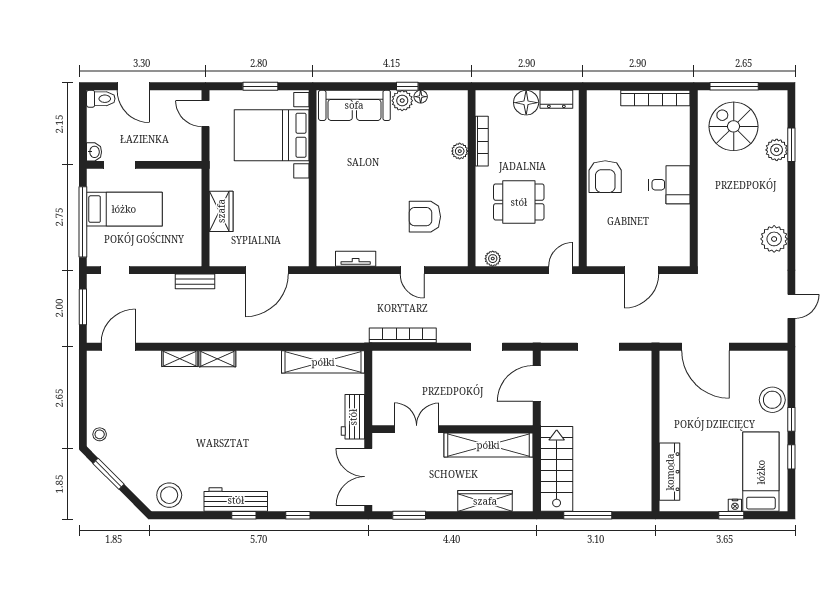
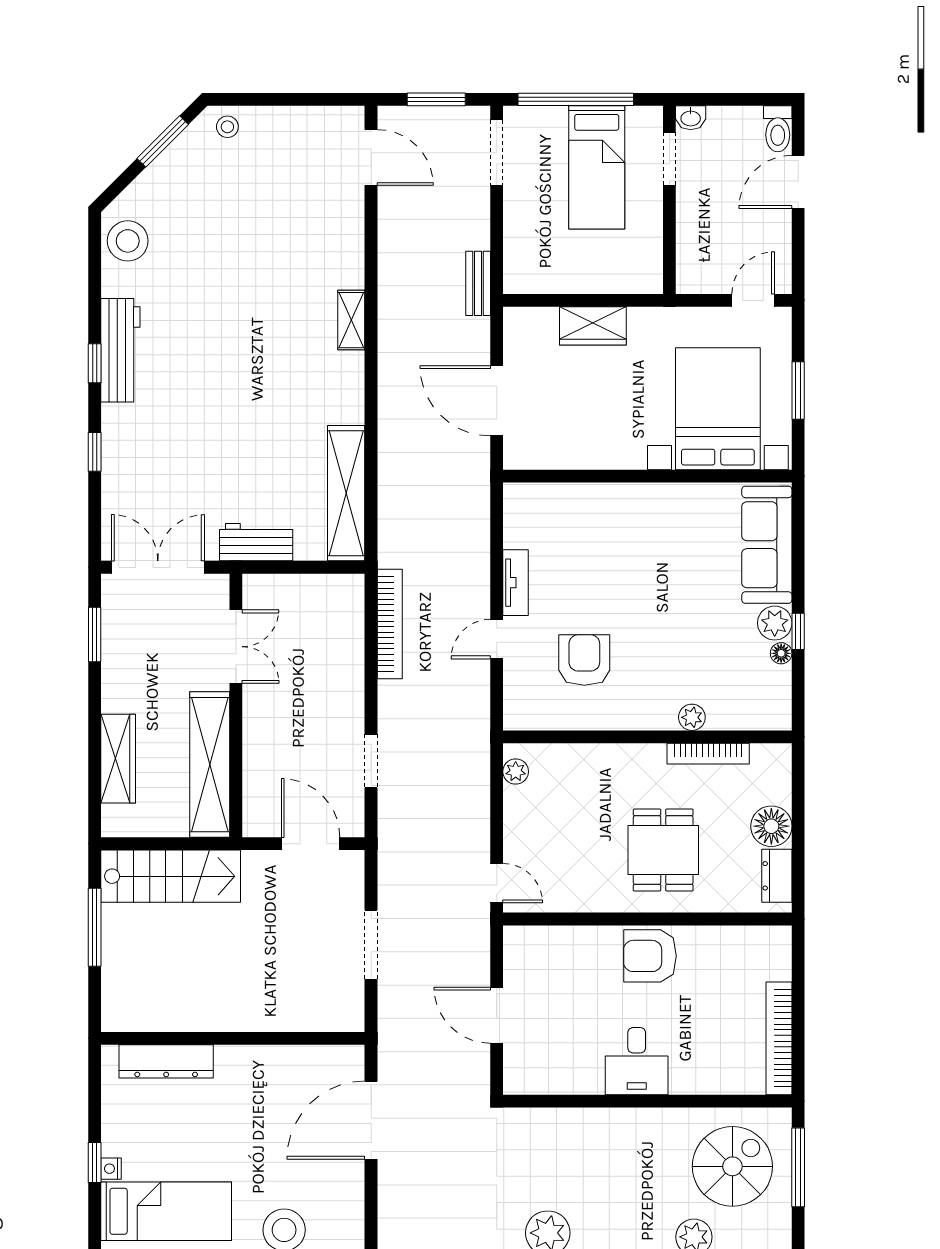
dining table: (519, 202) -> (663, 850), moved
tv unit: (356, 259) -> (515, 583), moved
doorway: (115, 270) -> (497, 153), width x1.38
shelving: (180, 359) -> (351, 258), removed

